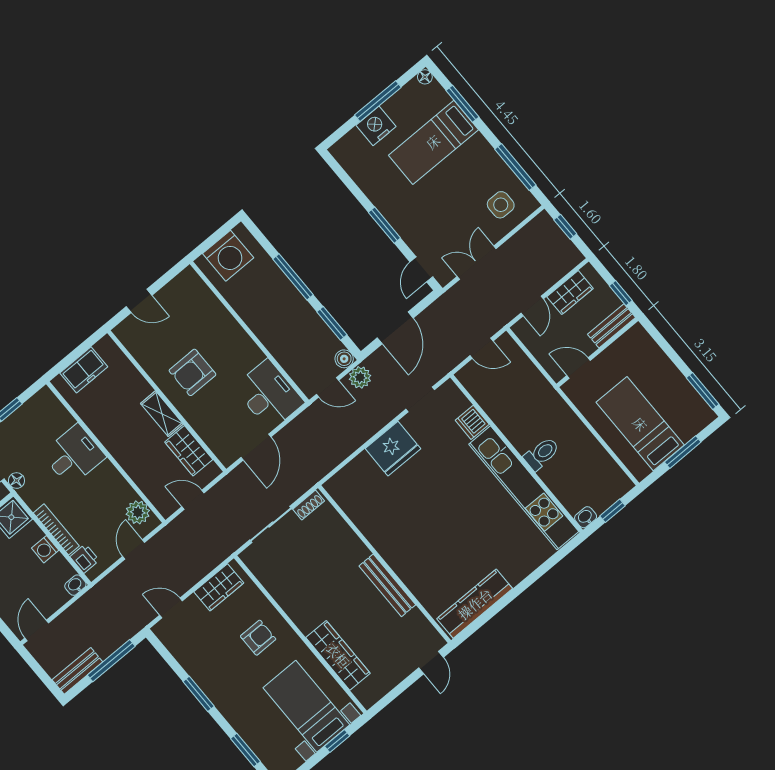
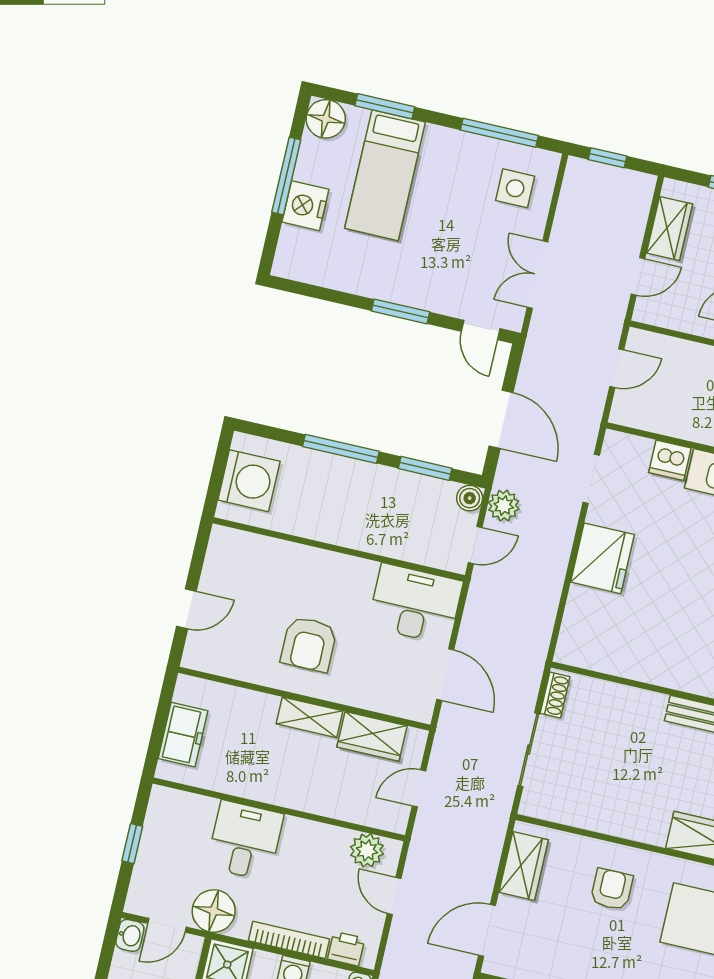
floor lamp: (425, 77) -> (326, 119), width x1.89, depth x1.89
door: (532, 306) -> (638, 276), hinge flipped
floor lamp: (16, 481) -> (214, 911), width x1.89, depth x1.89
door: (171, 608) -> (487, 930), width x1.38

